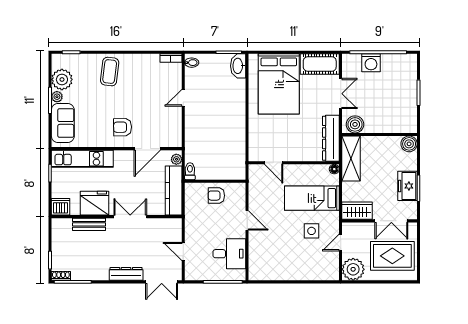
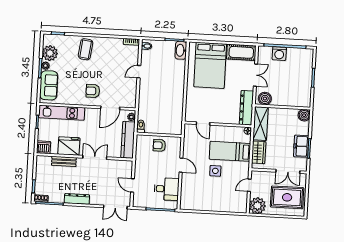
wardrobe: (357, 211) -> (259, 152), moved, turned 90
side table: (312, 231) -> (215, 171), moved
dresser: (126, 274) -> (77, 199), moved

